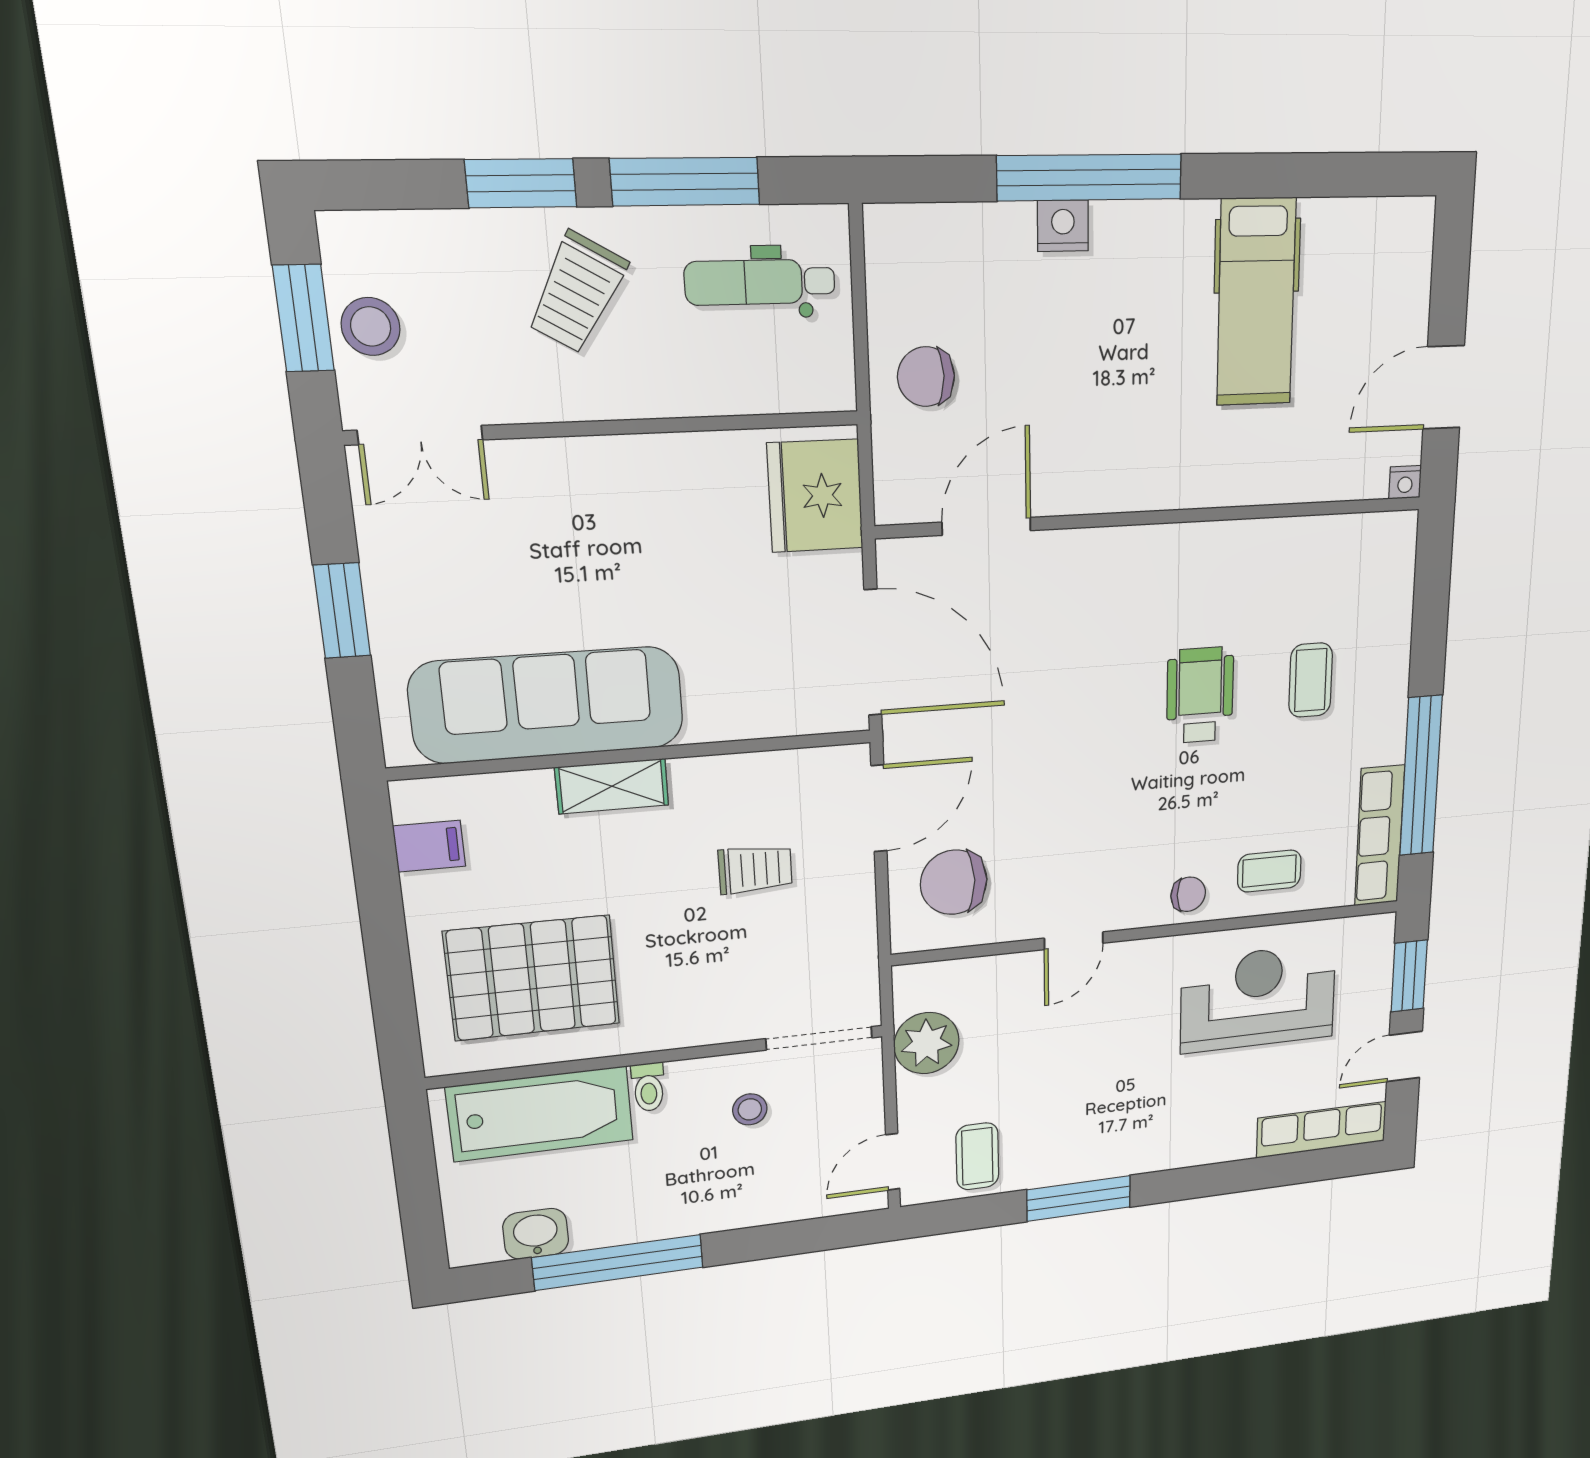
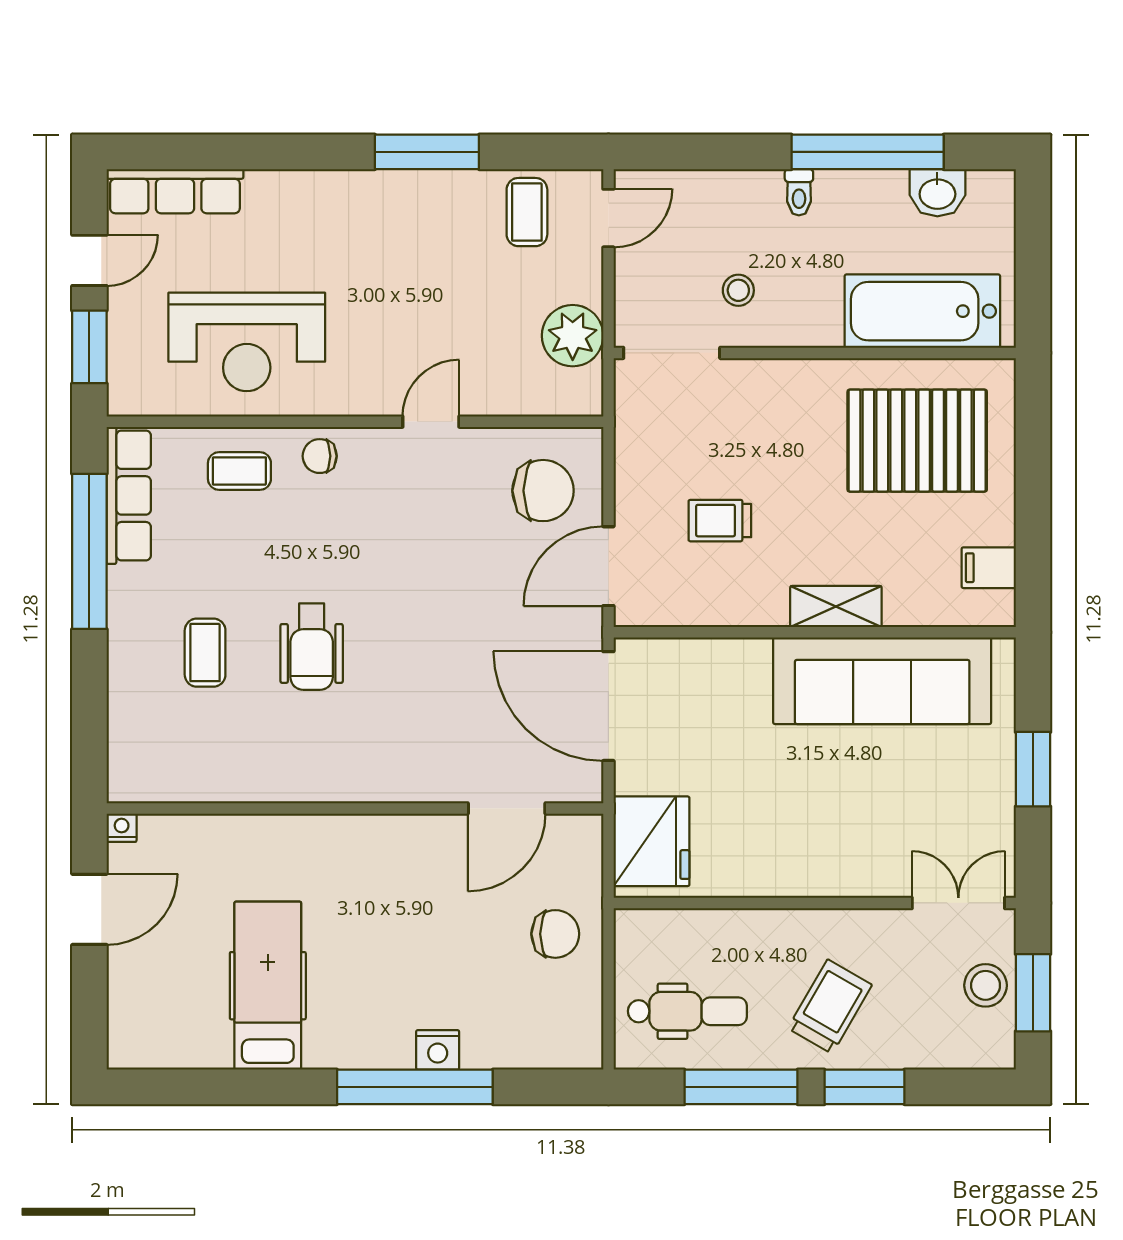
toilet: (648, 1087) -> (799, 192), moved, turned 180

